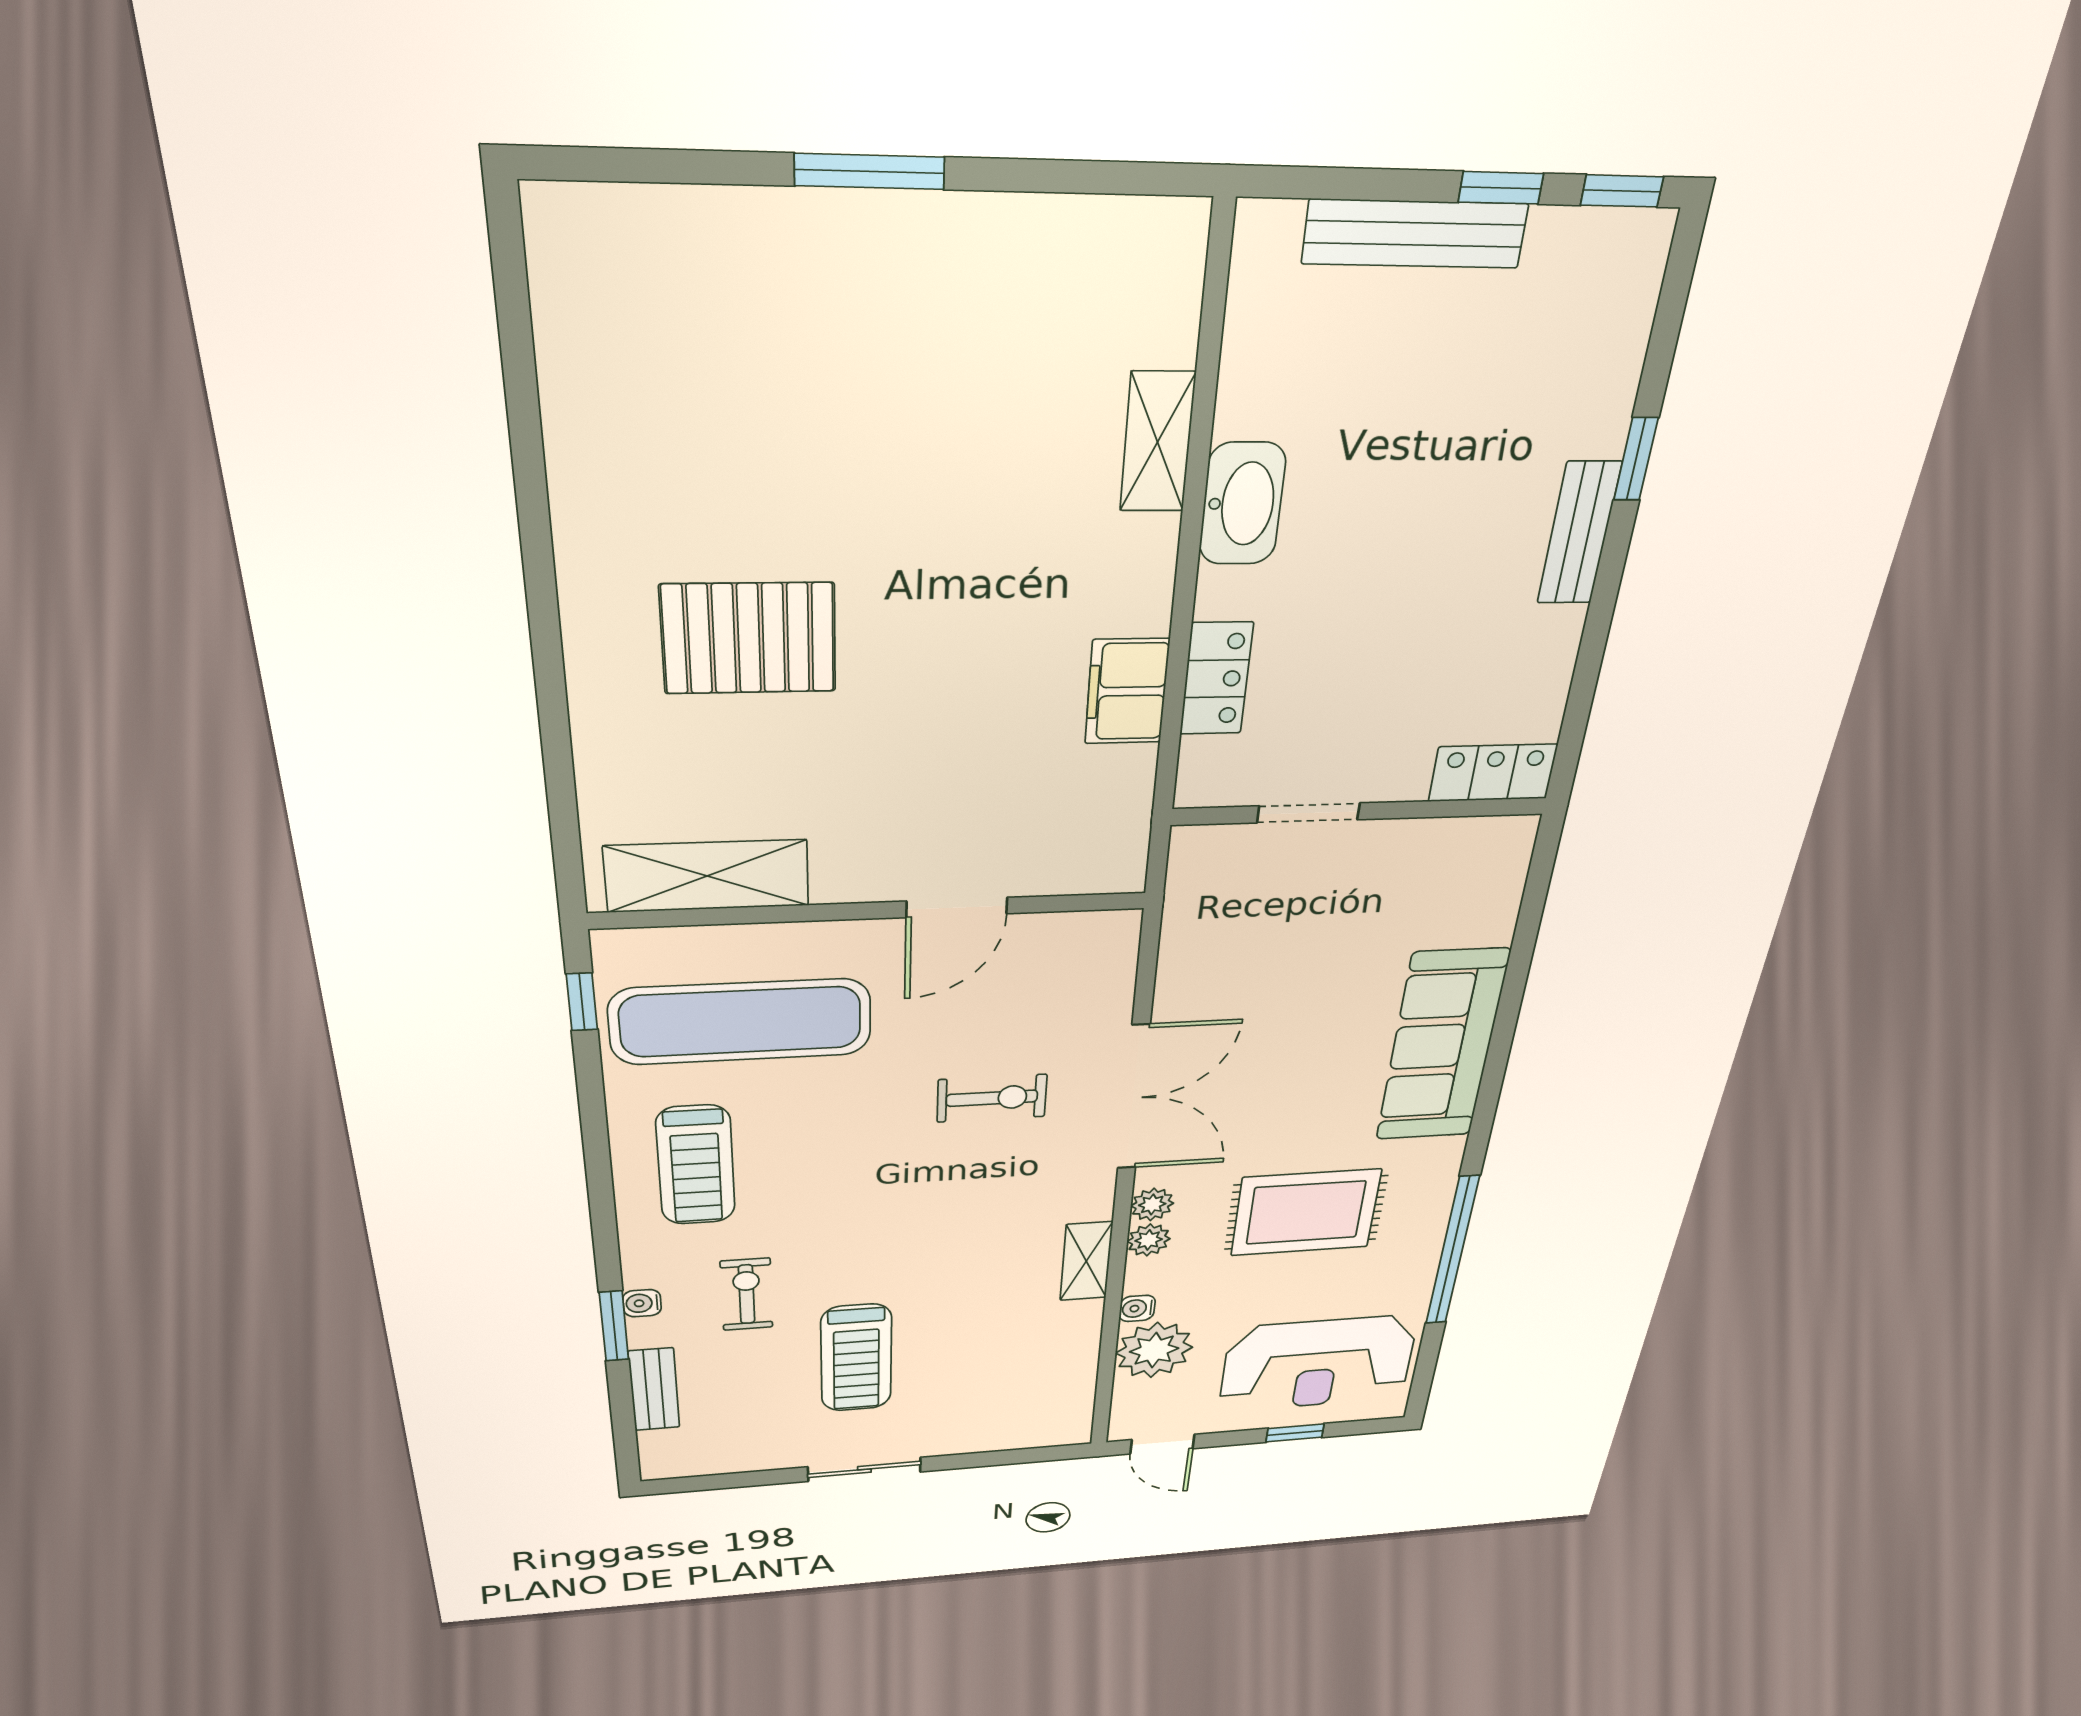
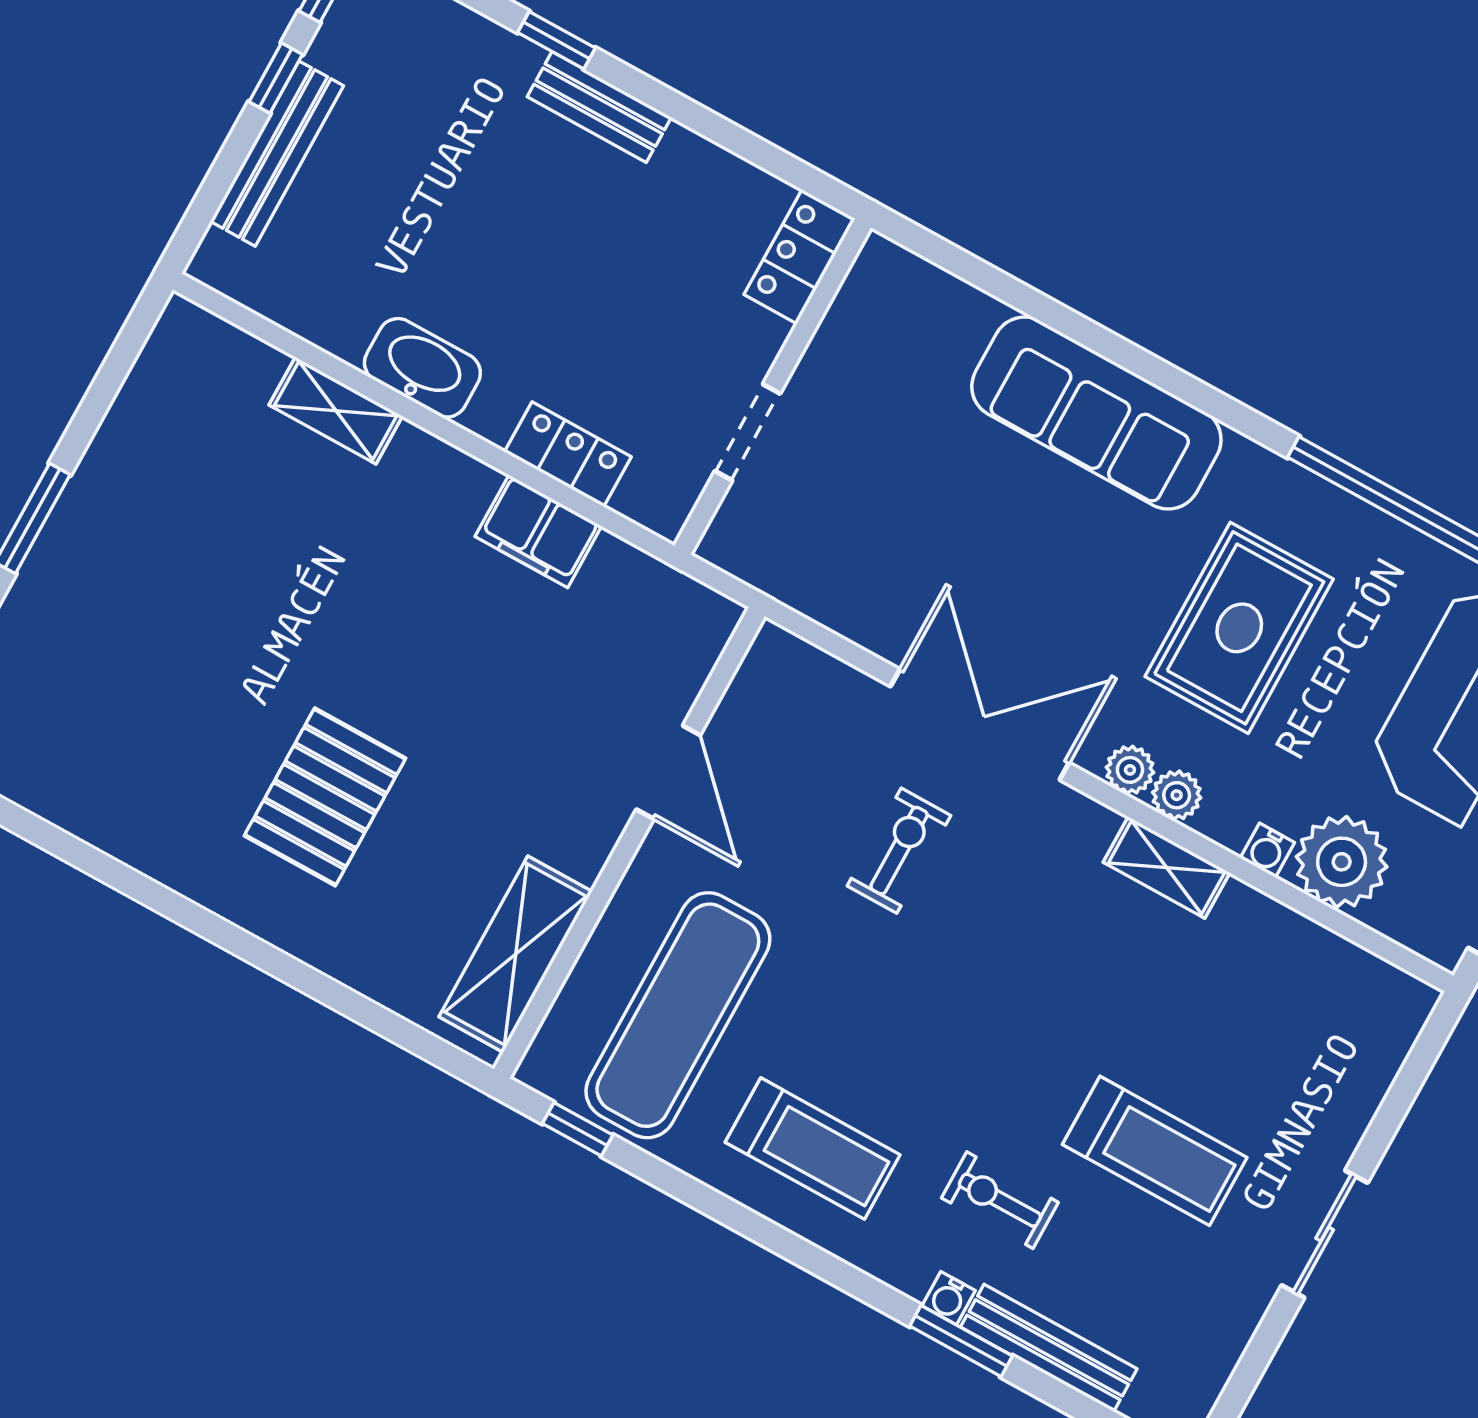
bench: (654, 1389) -> (1049, 1348), width x1.36

